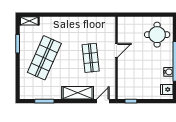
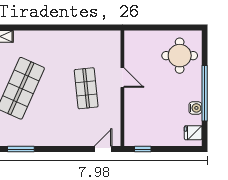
door: (116, 50) -> (122, 78), hinge flipped
shelving: (78, 93) -> (68, 137), removed

